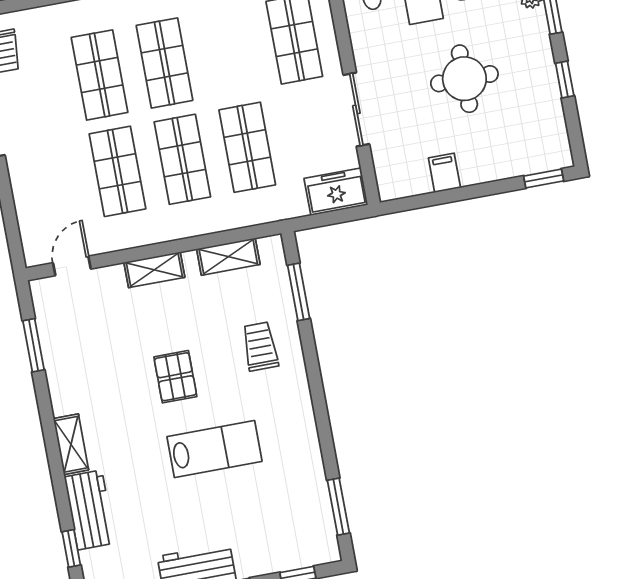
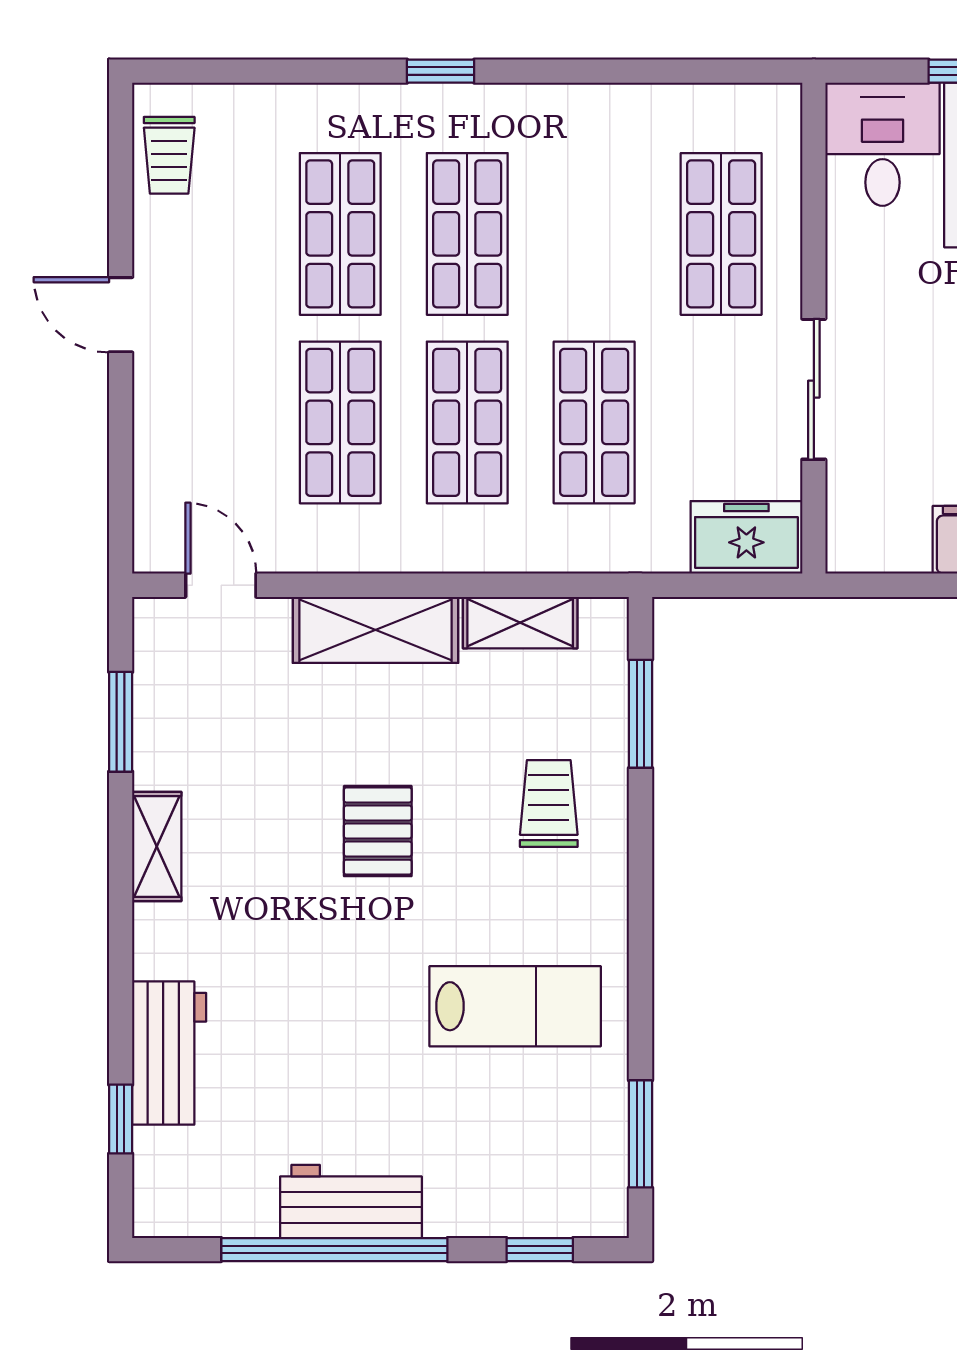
door: (72, 266) -> (221, 585), hinge flipped
shelving: (154, 270) -> (375, 630), width x1.50, depth x1.33
shelving: (71, 444) -> (157, 847), moved
lab bench: (214, 449) -> (515, 1006), moved

